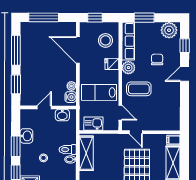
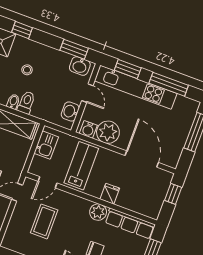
stool: (105, 40) -> (141, 196), removed
door: (78, 50) -> (142, 159), hinge flipped
kitchen unit: (27, 74) -> (136, 87), added
plant: (71, 86) -> (108, 132), width x1.88, depth x1.88
coffee table: (139, 89) -> (44, 221), moved
washbasin: (26, 136) -> (80, 66), moved
window: (16, 146) -> (74, 49), moved

